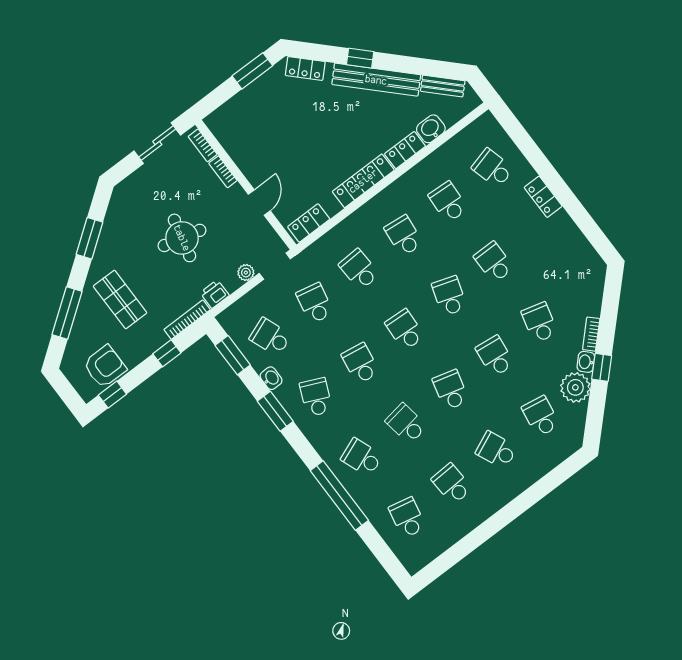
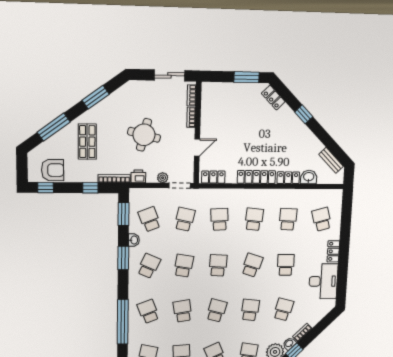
bench: (376, 80) -> (303, 131), removed
desk: (563, 246) -> (323, 281), added

